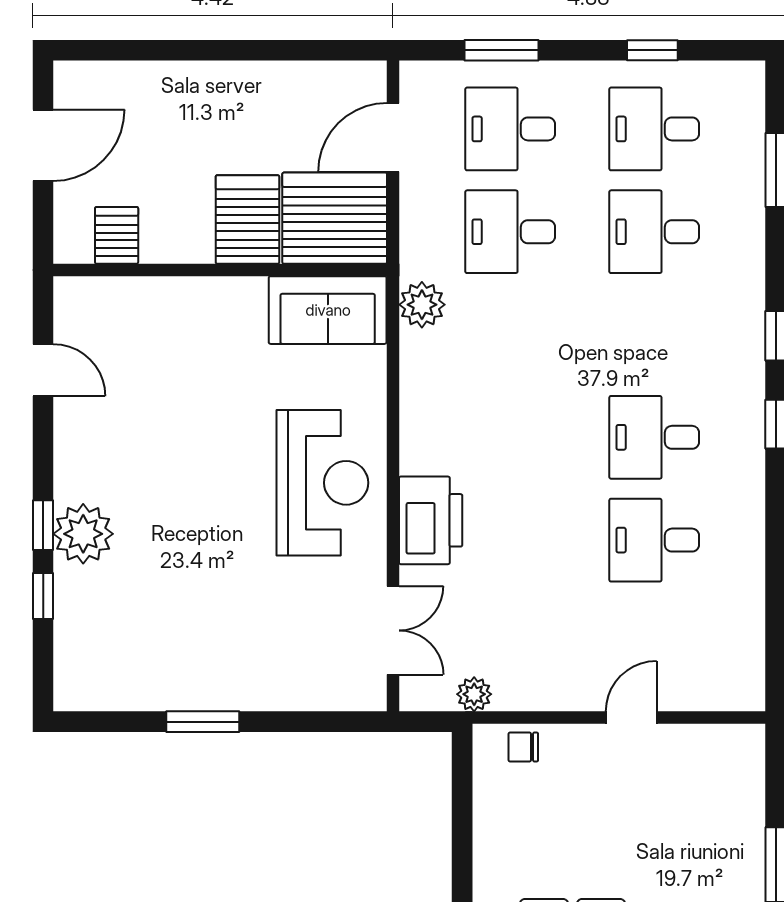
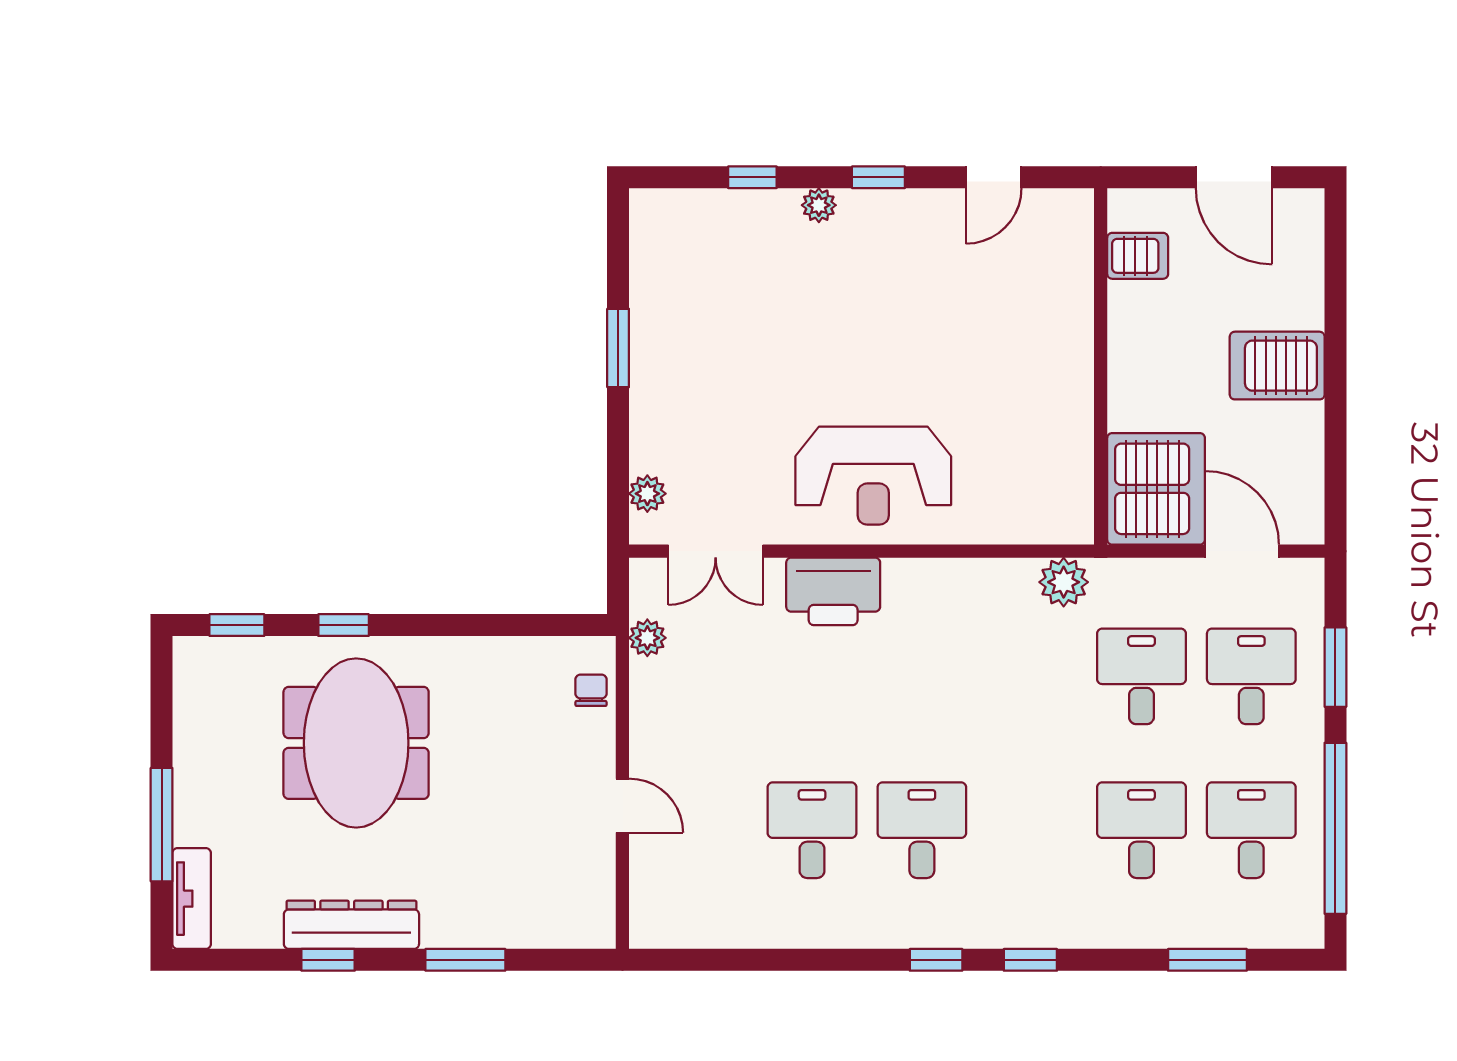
window: (652, 50) -> (1335, 828), width x3.17
server rack: (247, 219) -> (1277, 366), moved, turned 180
sofa: (328, 310) -> (1058, 481), removed
window: (43, 525) -> (878, 177), moved
plant: (83, 534) -> (819, 205), width x0.53, depth x0.53
plant: (339, 694) -> (647, 494), added

